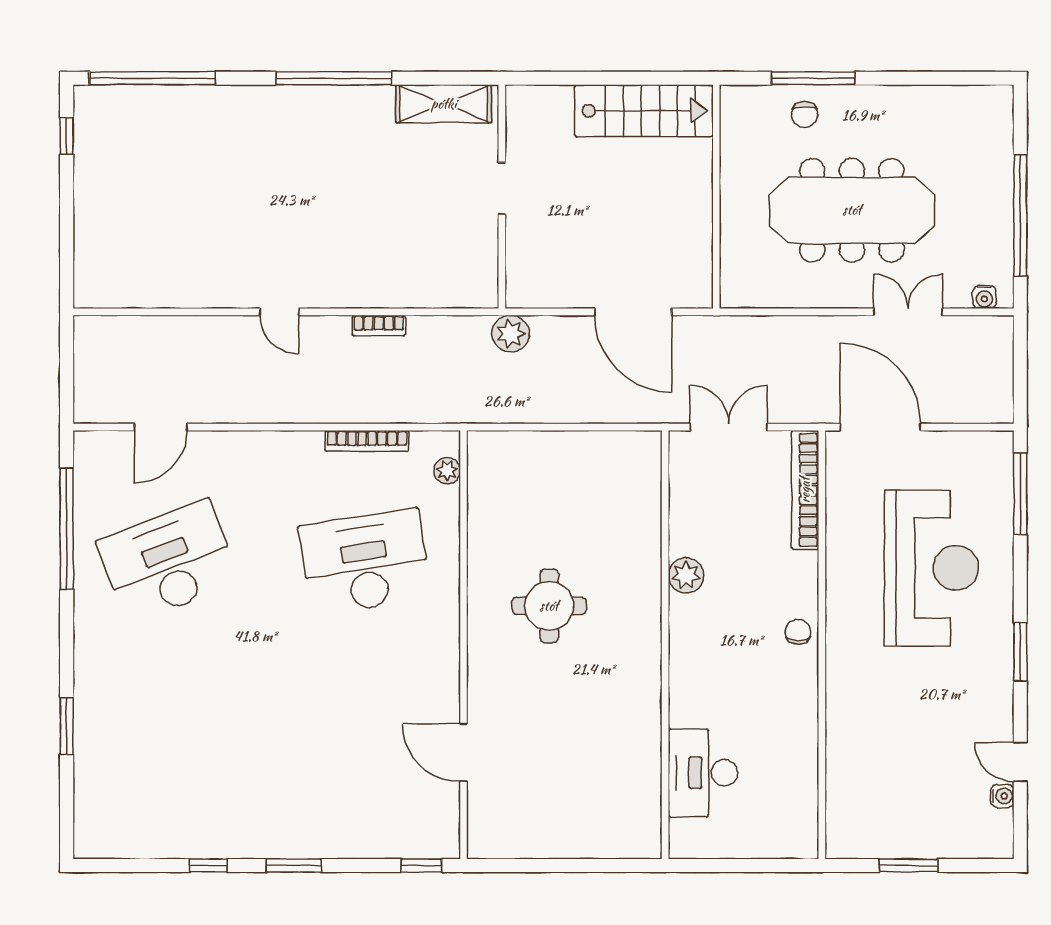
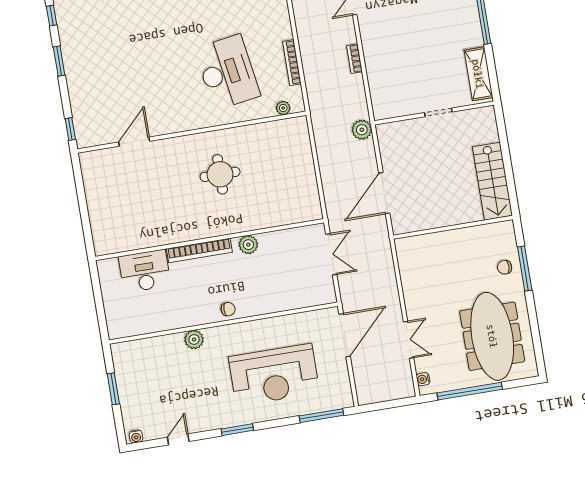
meeting table: (852, 210) -> (492, 336), moved
bookcase: (805, 490) -> (199, 250), moved, turned 180
plant: (843, 703) -> (194, 339), added
water cooler: (1002, 796) -> (136, 436), moved

